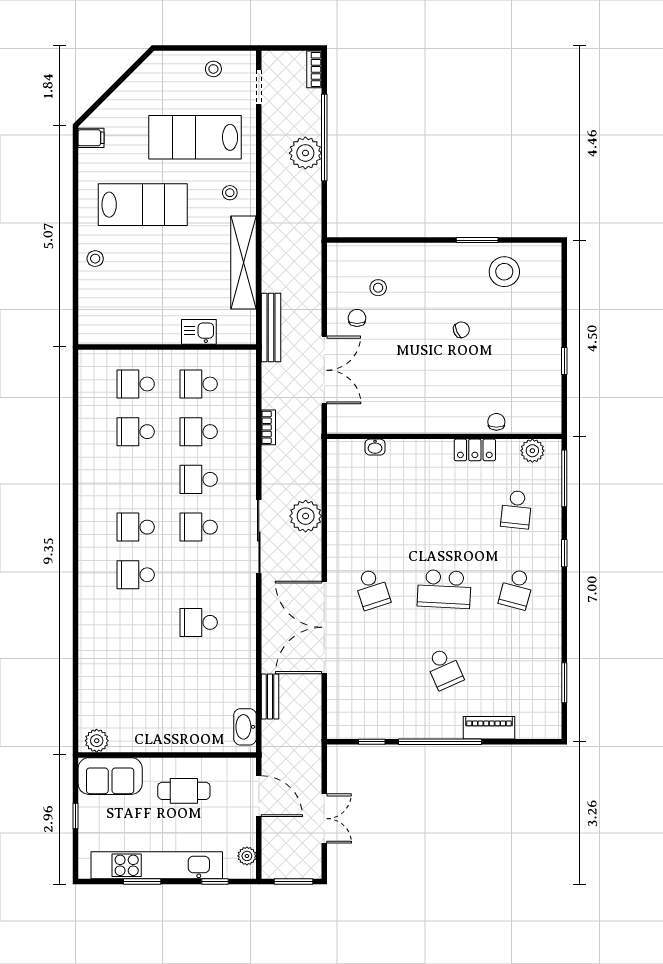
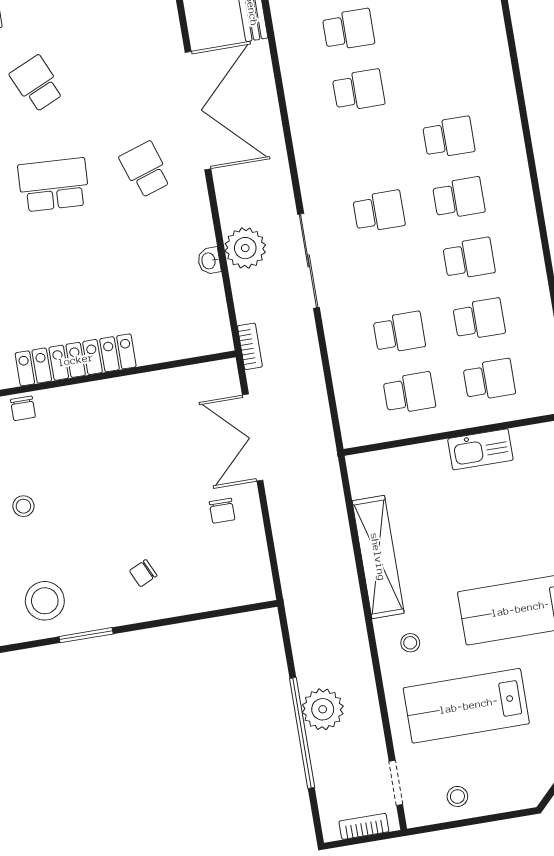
bookcase: (314, 69) -> (364, 826), moved, turned -90
lab bench: (195, 137) -> (466, 706), turned 180
stool: (378, 288) -> (23, 506), moved
bench: (271, 328) -> (329, 480), removed
chair: (461, 330) -> (143, 573), moved
kitchen sink: (199, 332) -> (480, 449), moved, width x1.38
bookcase: (268, 427) -> (250, 346), moved, turned 180
washbasin: (375, 447) -> (209, 261), moved, turned -90
locker: (475, 450) -> (76, 360), width x2.16, depth x1.21
school desk: (199, 479) -> (469, 259), moved
sliding door: (259, 537) -> (309, 261), moved
school desk: (199, 670) -> (348, 30), added

